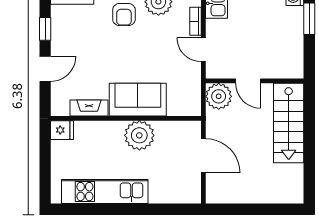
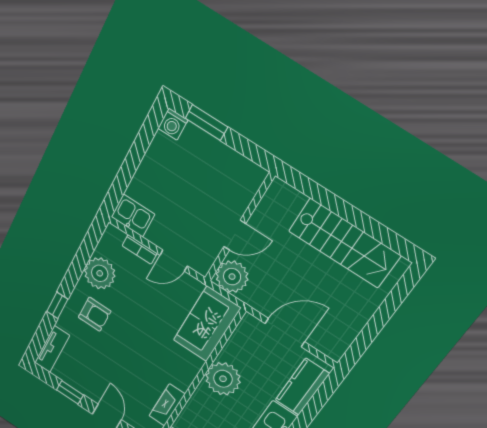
sofa: (138, 100) -> (207, 324), moved
stairs: (289, 123) -> (344, 243), moved
kitchen counter: (172, 192) -> (302, 387), added

